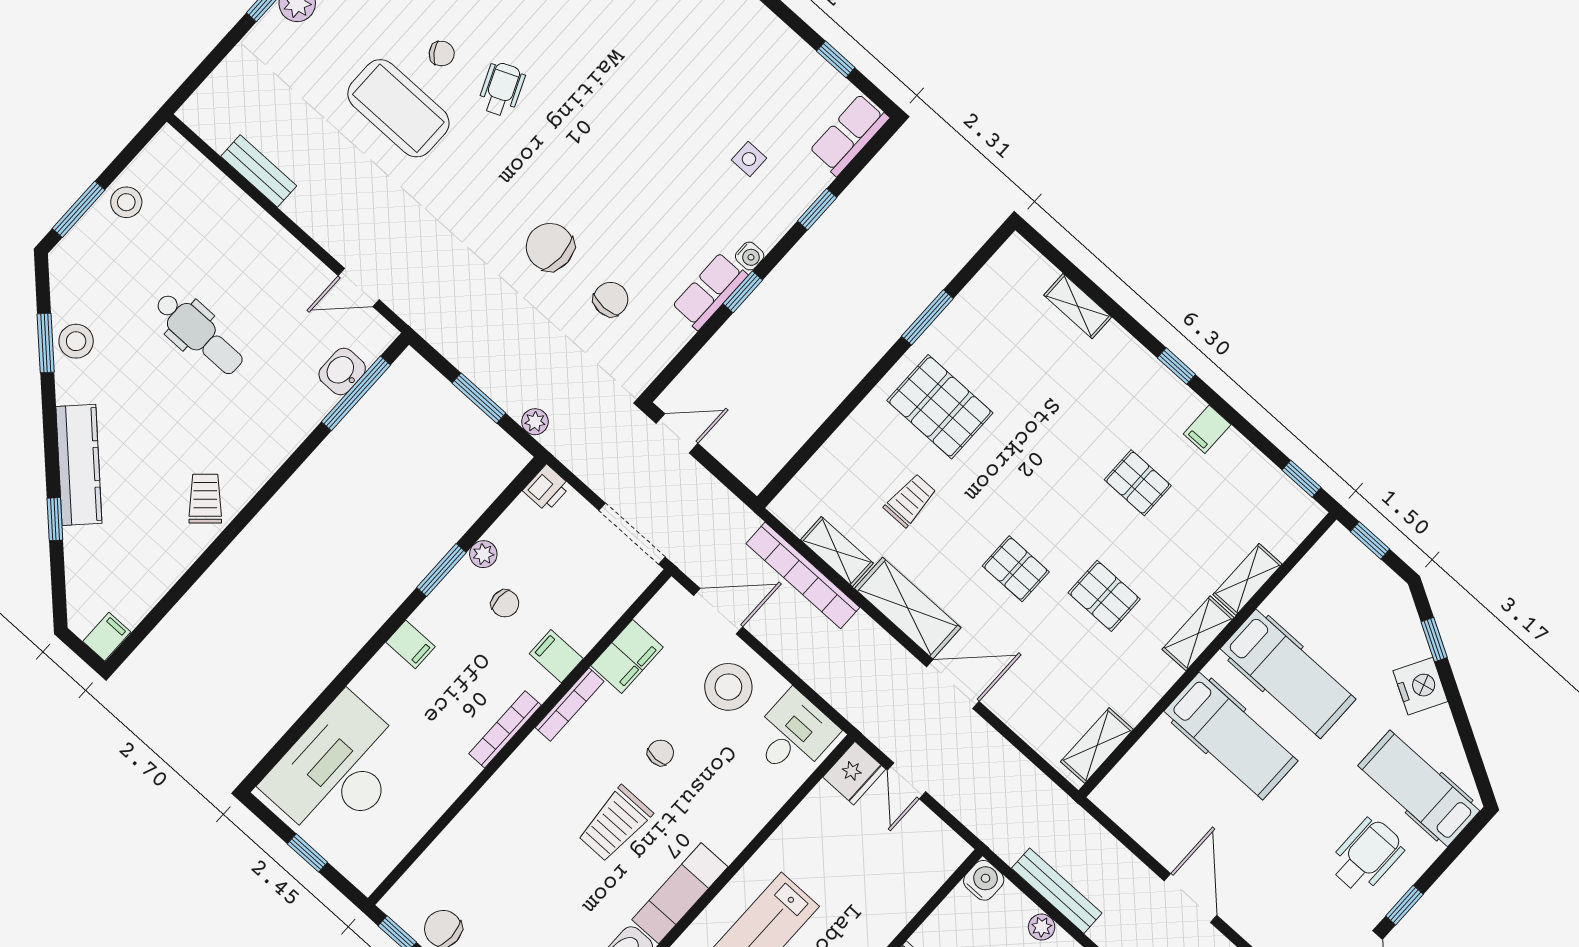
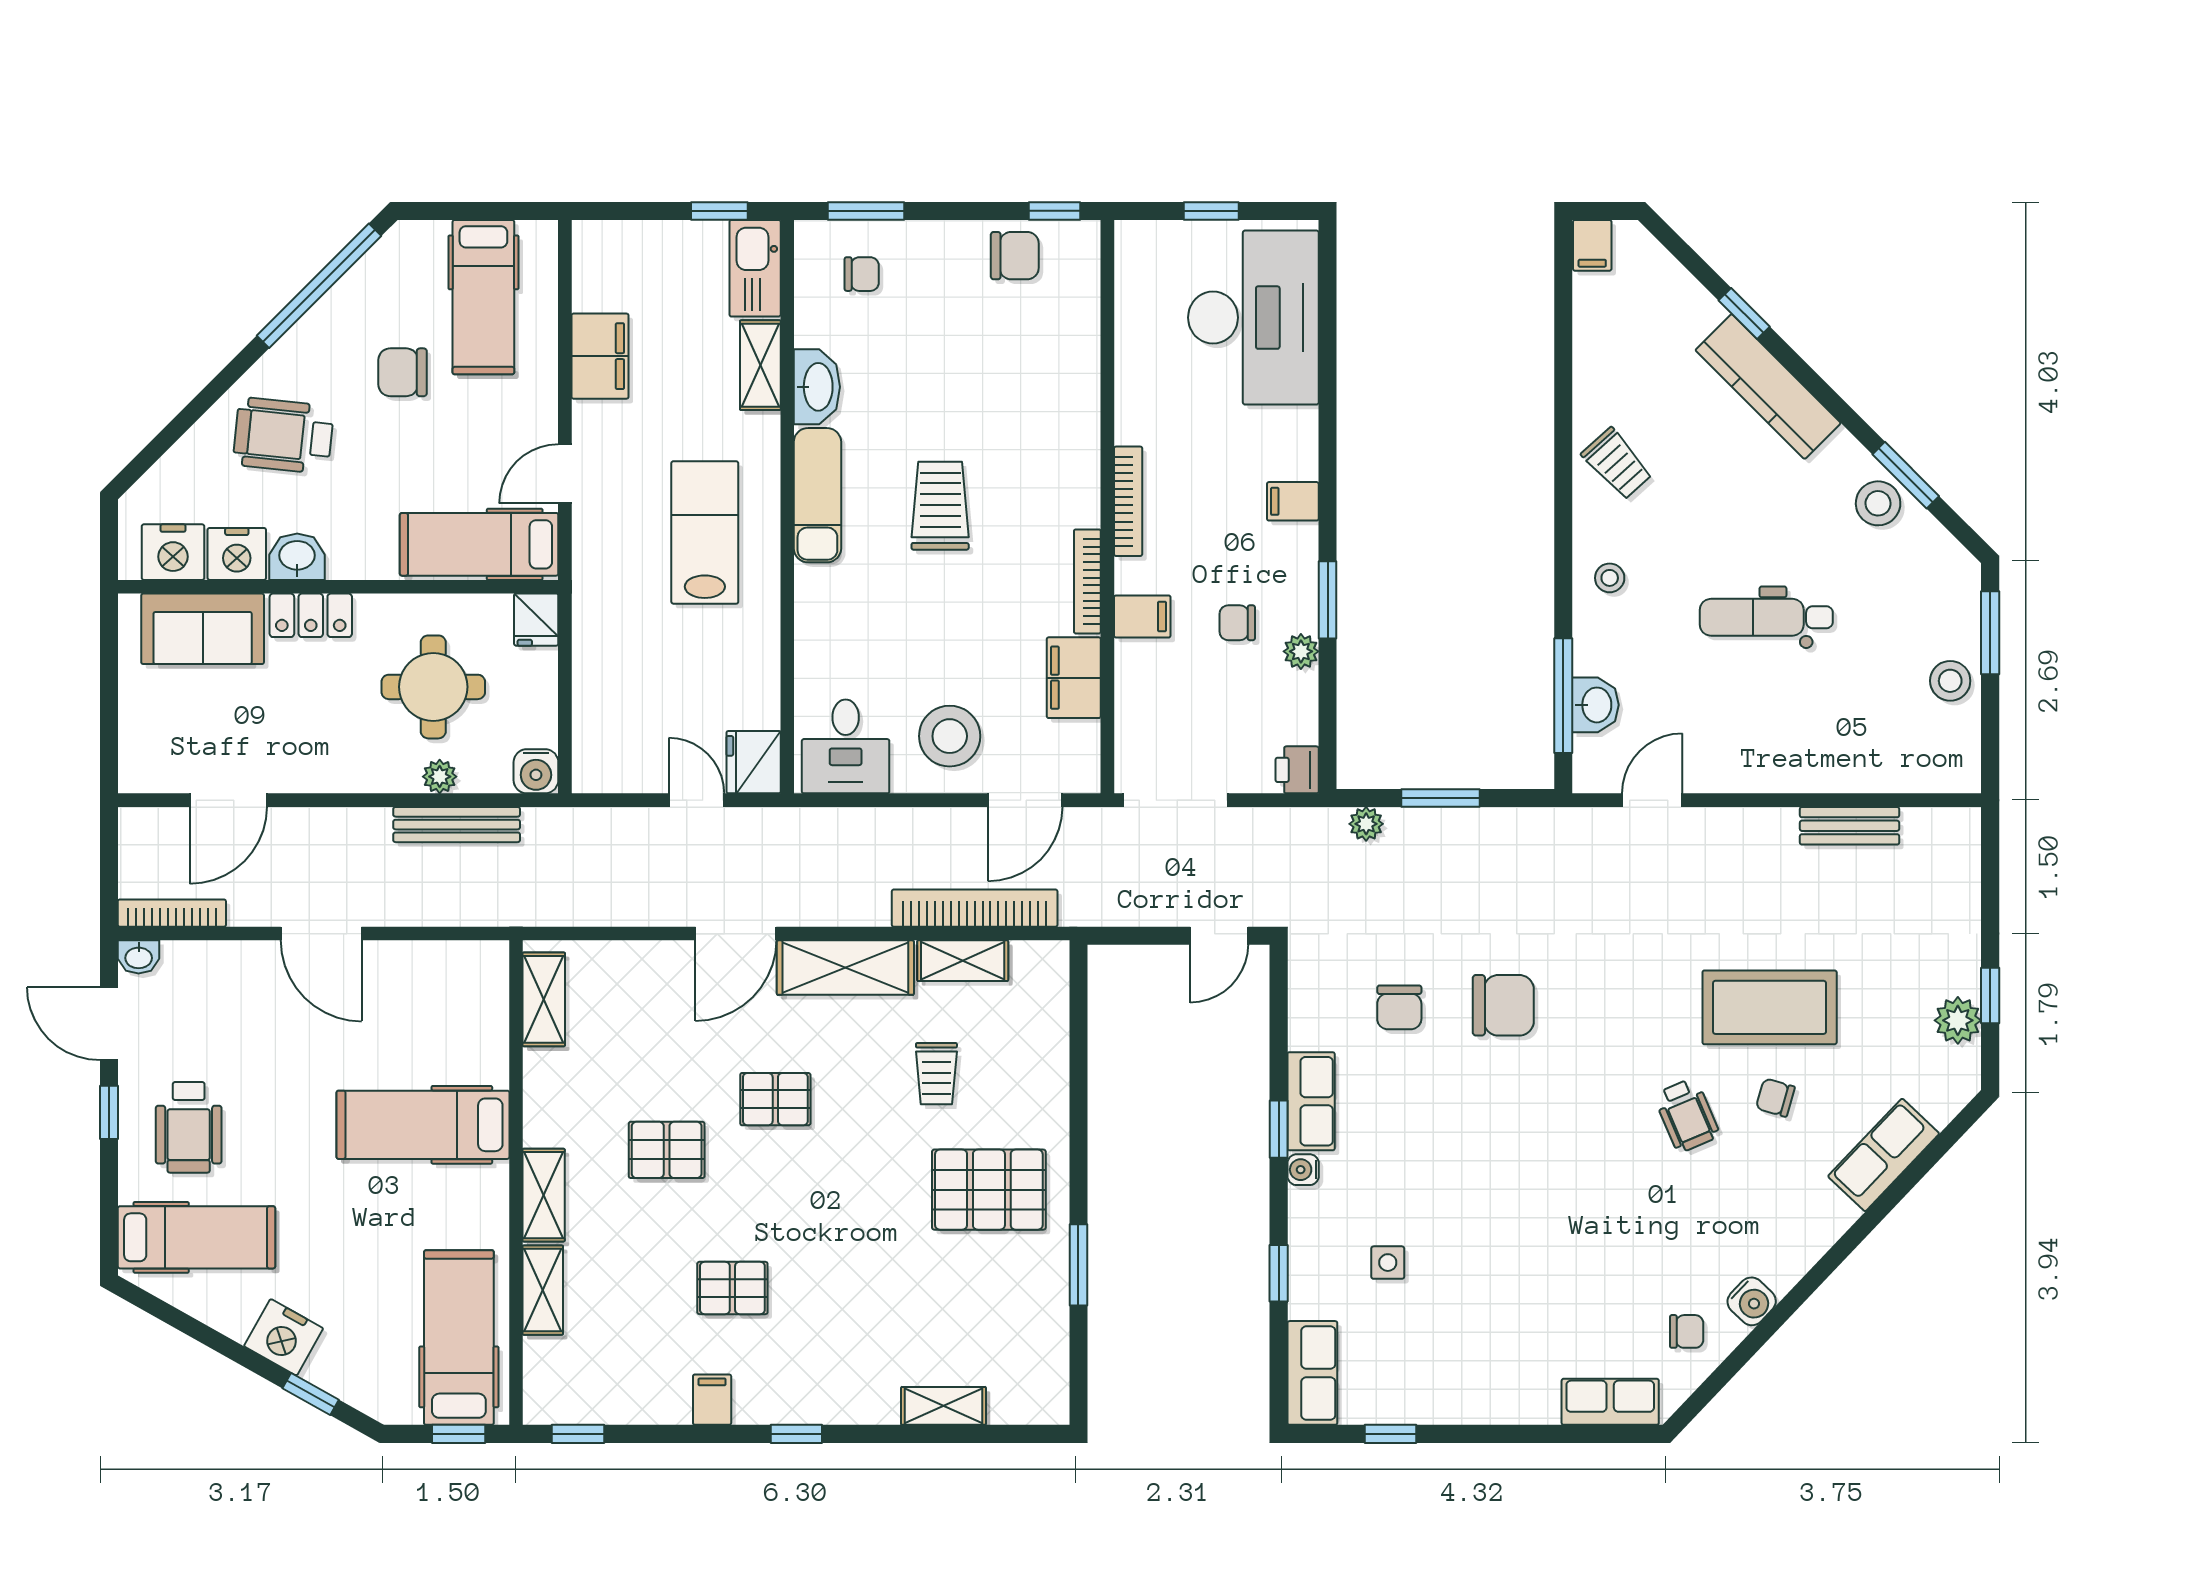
chair: (442, 54) -> (1775, 1098), turned 51
stool: (268, 437) -> (1610, 578), added
hospital bed: (1288, 674) -> (459, 1338), moved, turned 90
chair: (661, 753) -> (958, 614), removed

